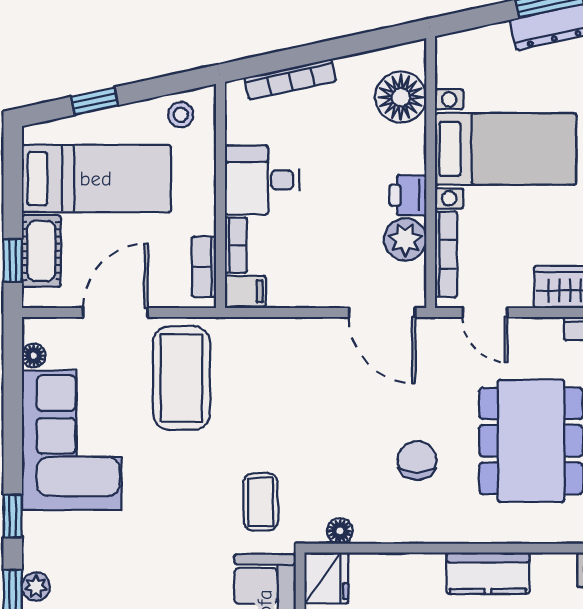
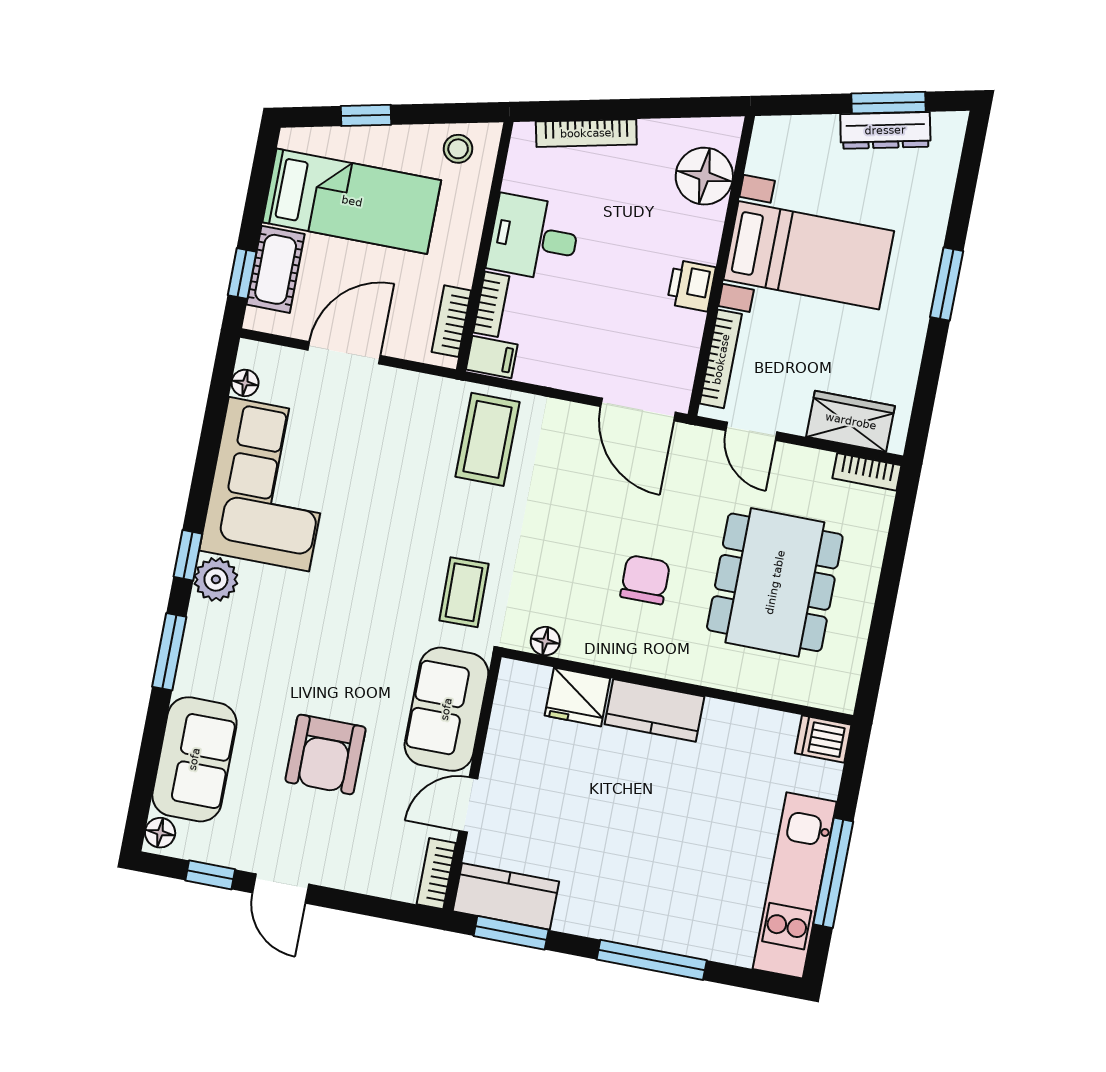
plant: (405, 239) -> (679, 334), removed
coffee table: (181, 378) -> (488, 439), moved, width x0.73, depth x0.76
kitchen counter: (488, 573) -> (655, 710), moved
fridge: (326, 578) -> (577, 697), moved, turned 90
plant: (36, 587) -> (216, 579), moved, width x1.38, depth x1.38

